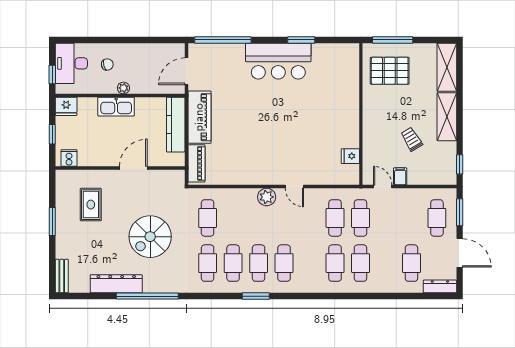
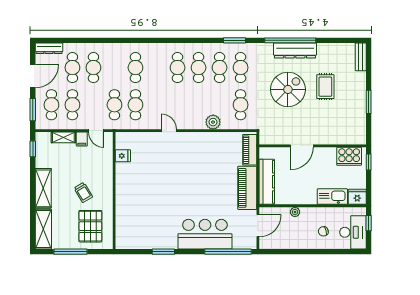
window: (393, 40) -> (70, 252), moved
bar counter: (278, 61) -> (205, 234), moved
pallet: (390, 71) -> (90, 226), turned 90
plant: (123, 88) -> (295, 212), moved
kitchen sink: (116, 107) -> (332, 197), moved
window: (52, 134) -> (369, 162), moved
trolley: (412, 139) -> (83, 192), moved
cooker: (69, 158) -> (349, 156), width x1.87, depth x1.31
shelving: (422, 178) -> (63, 137), added
plant: (267, 197) -> (213, 122), moved
rug: (91, 205) -> (325, 87), moved
cafe table: (411, 218) -> (72, 105), added
door: (460, 253) -> (33, 76), swing flipped
cafe table: (360, 263) -> (93, 68), moved
dresser: (116, 284) -> (295, 51), moved
window: (256, 296) -> (234, 40), moved

